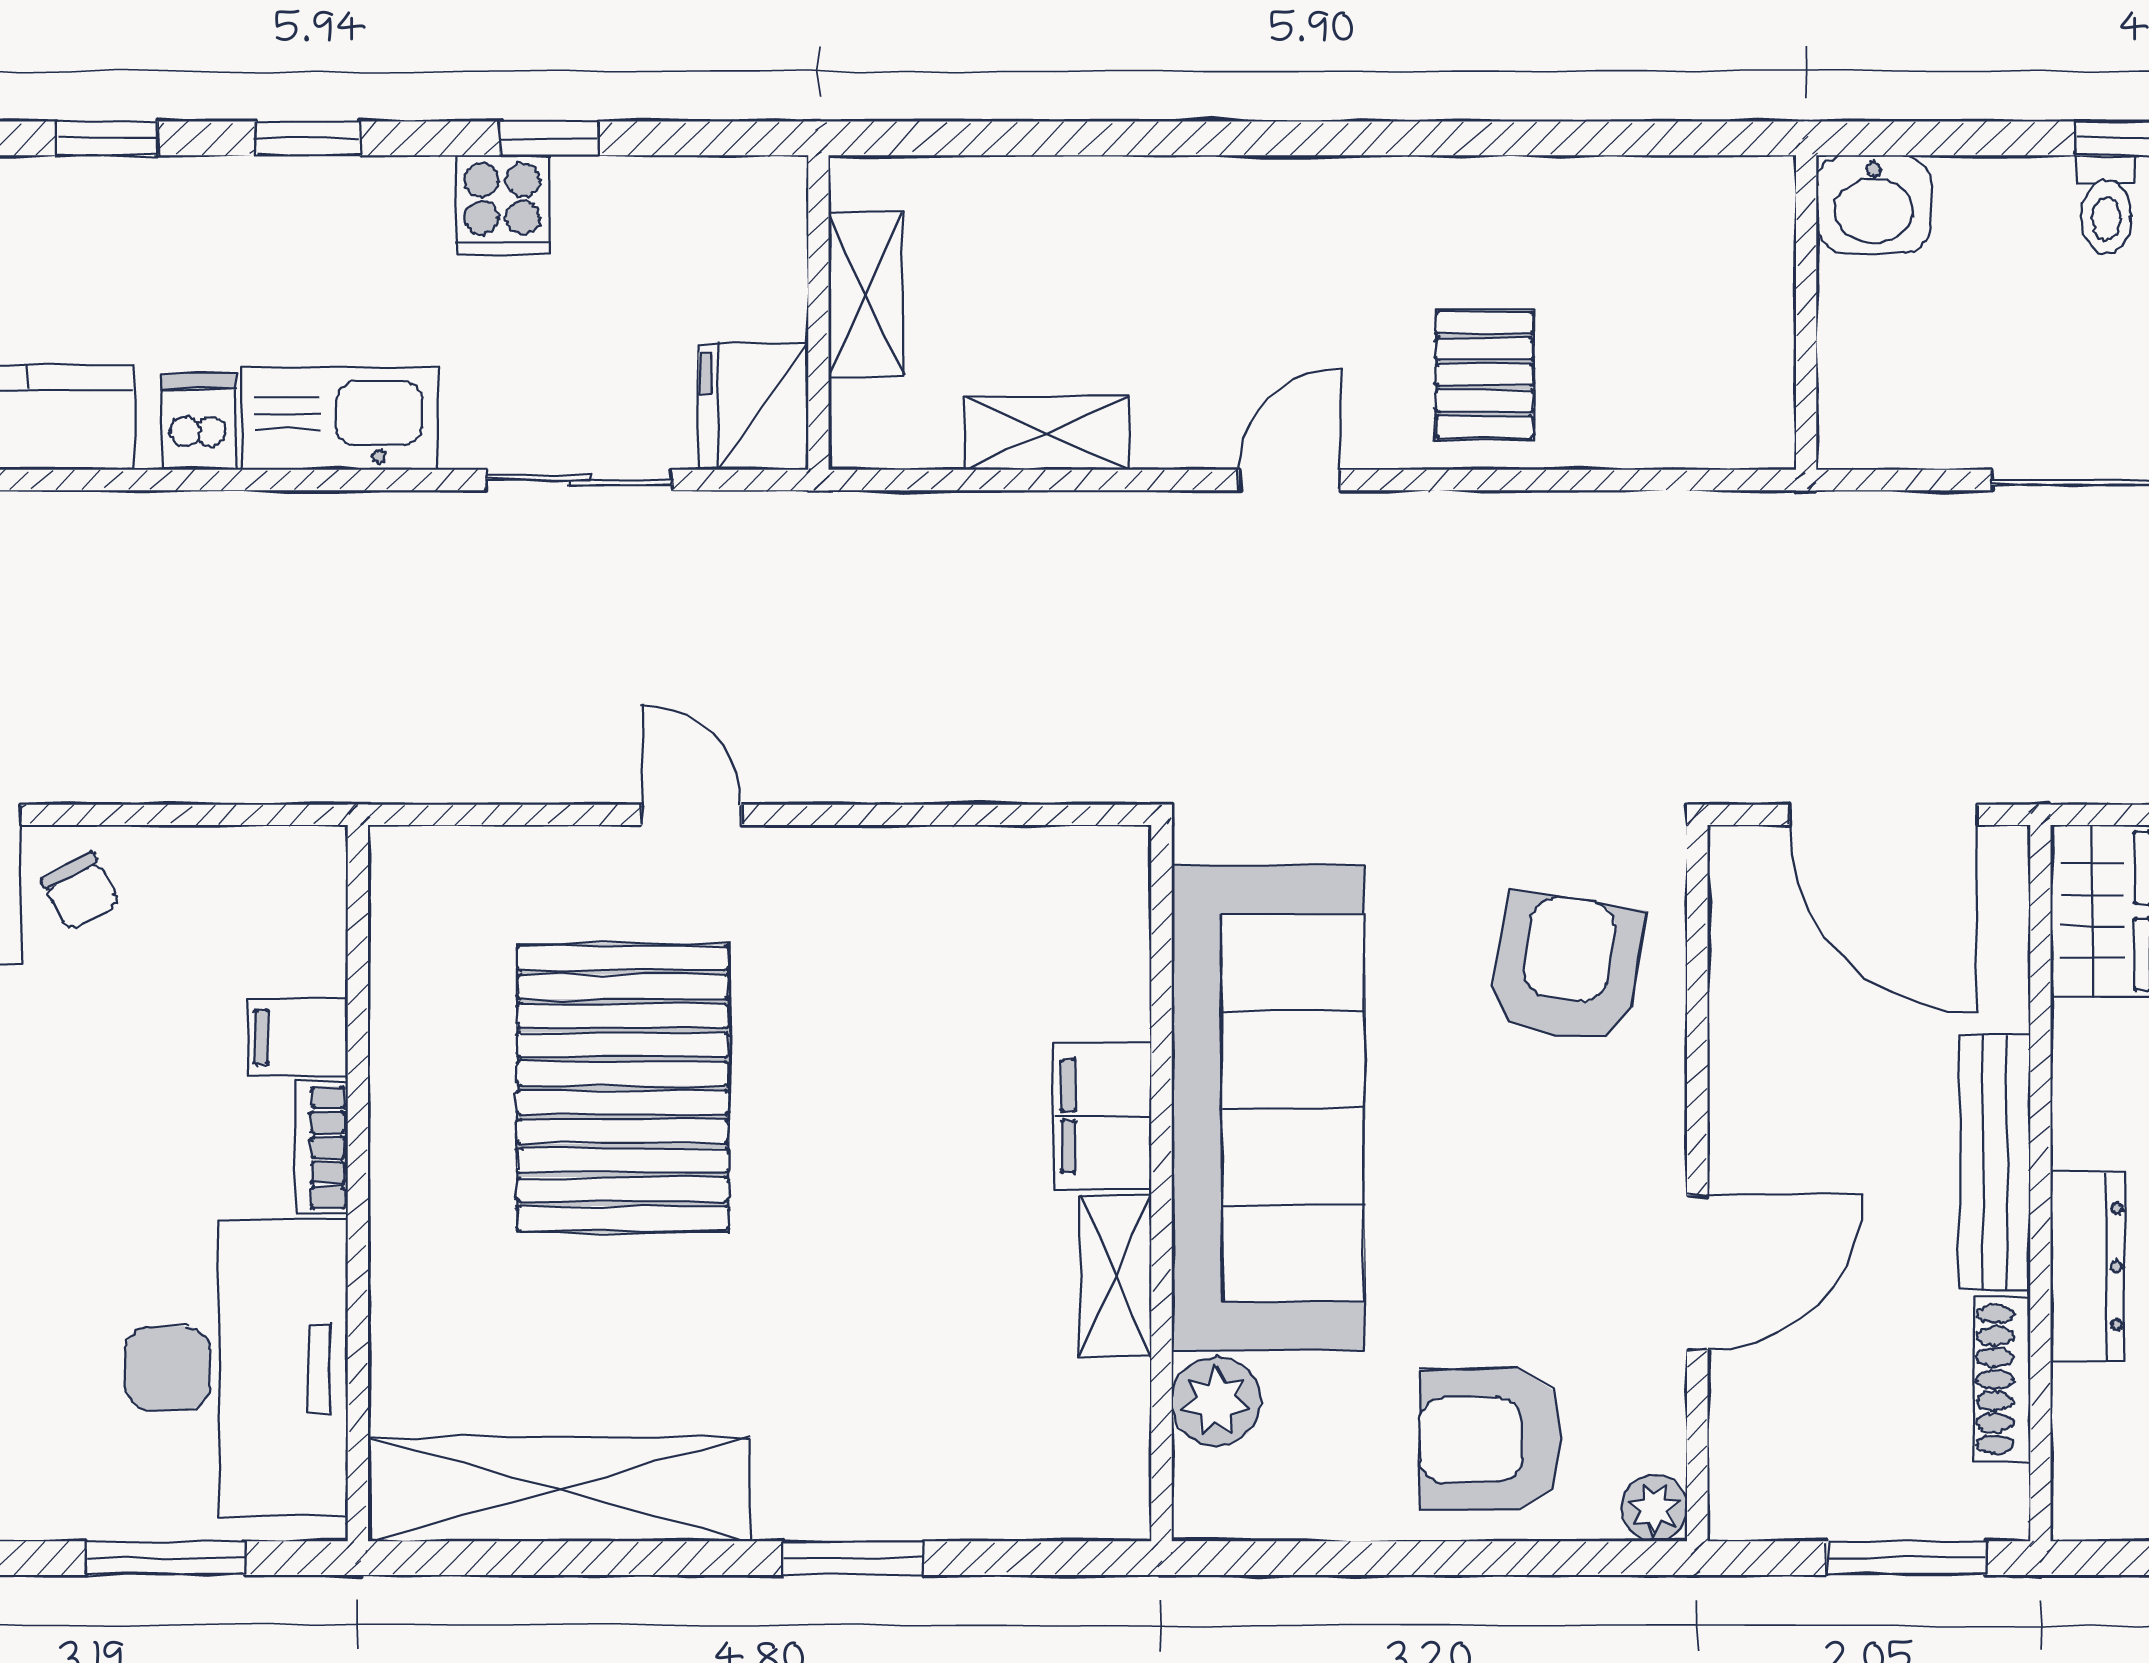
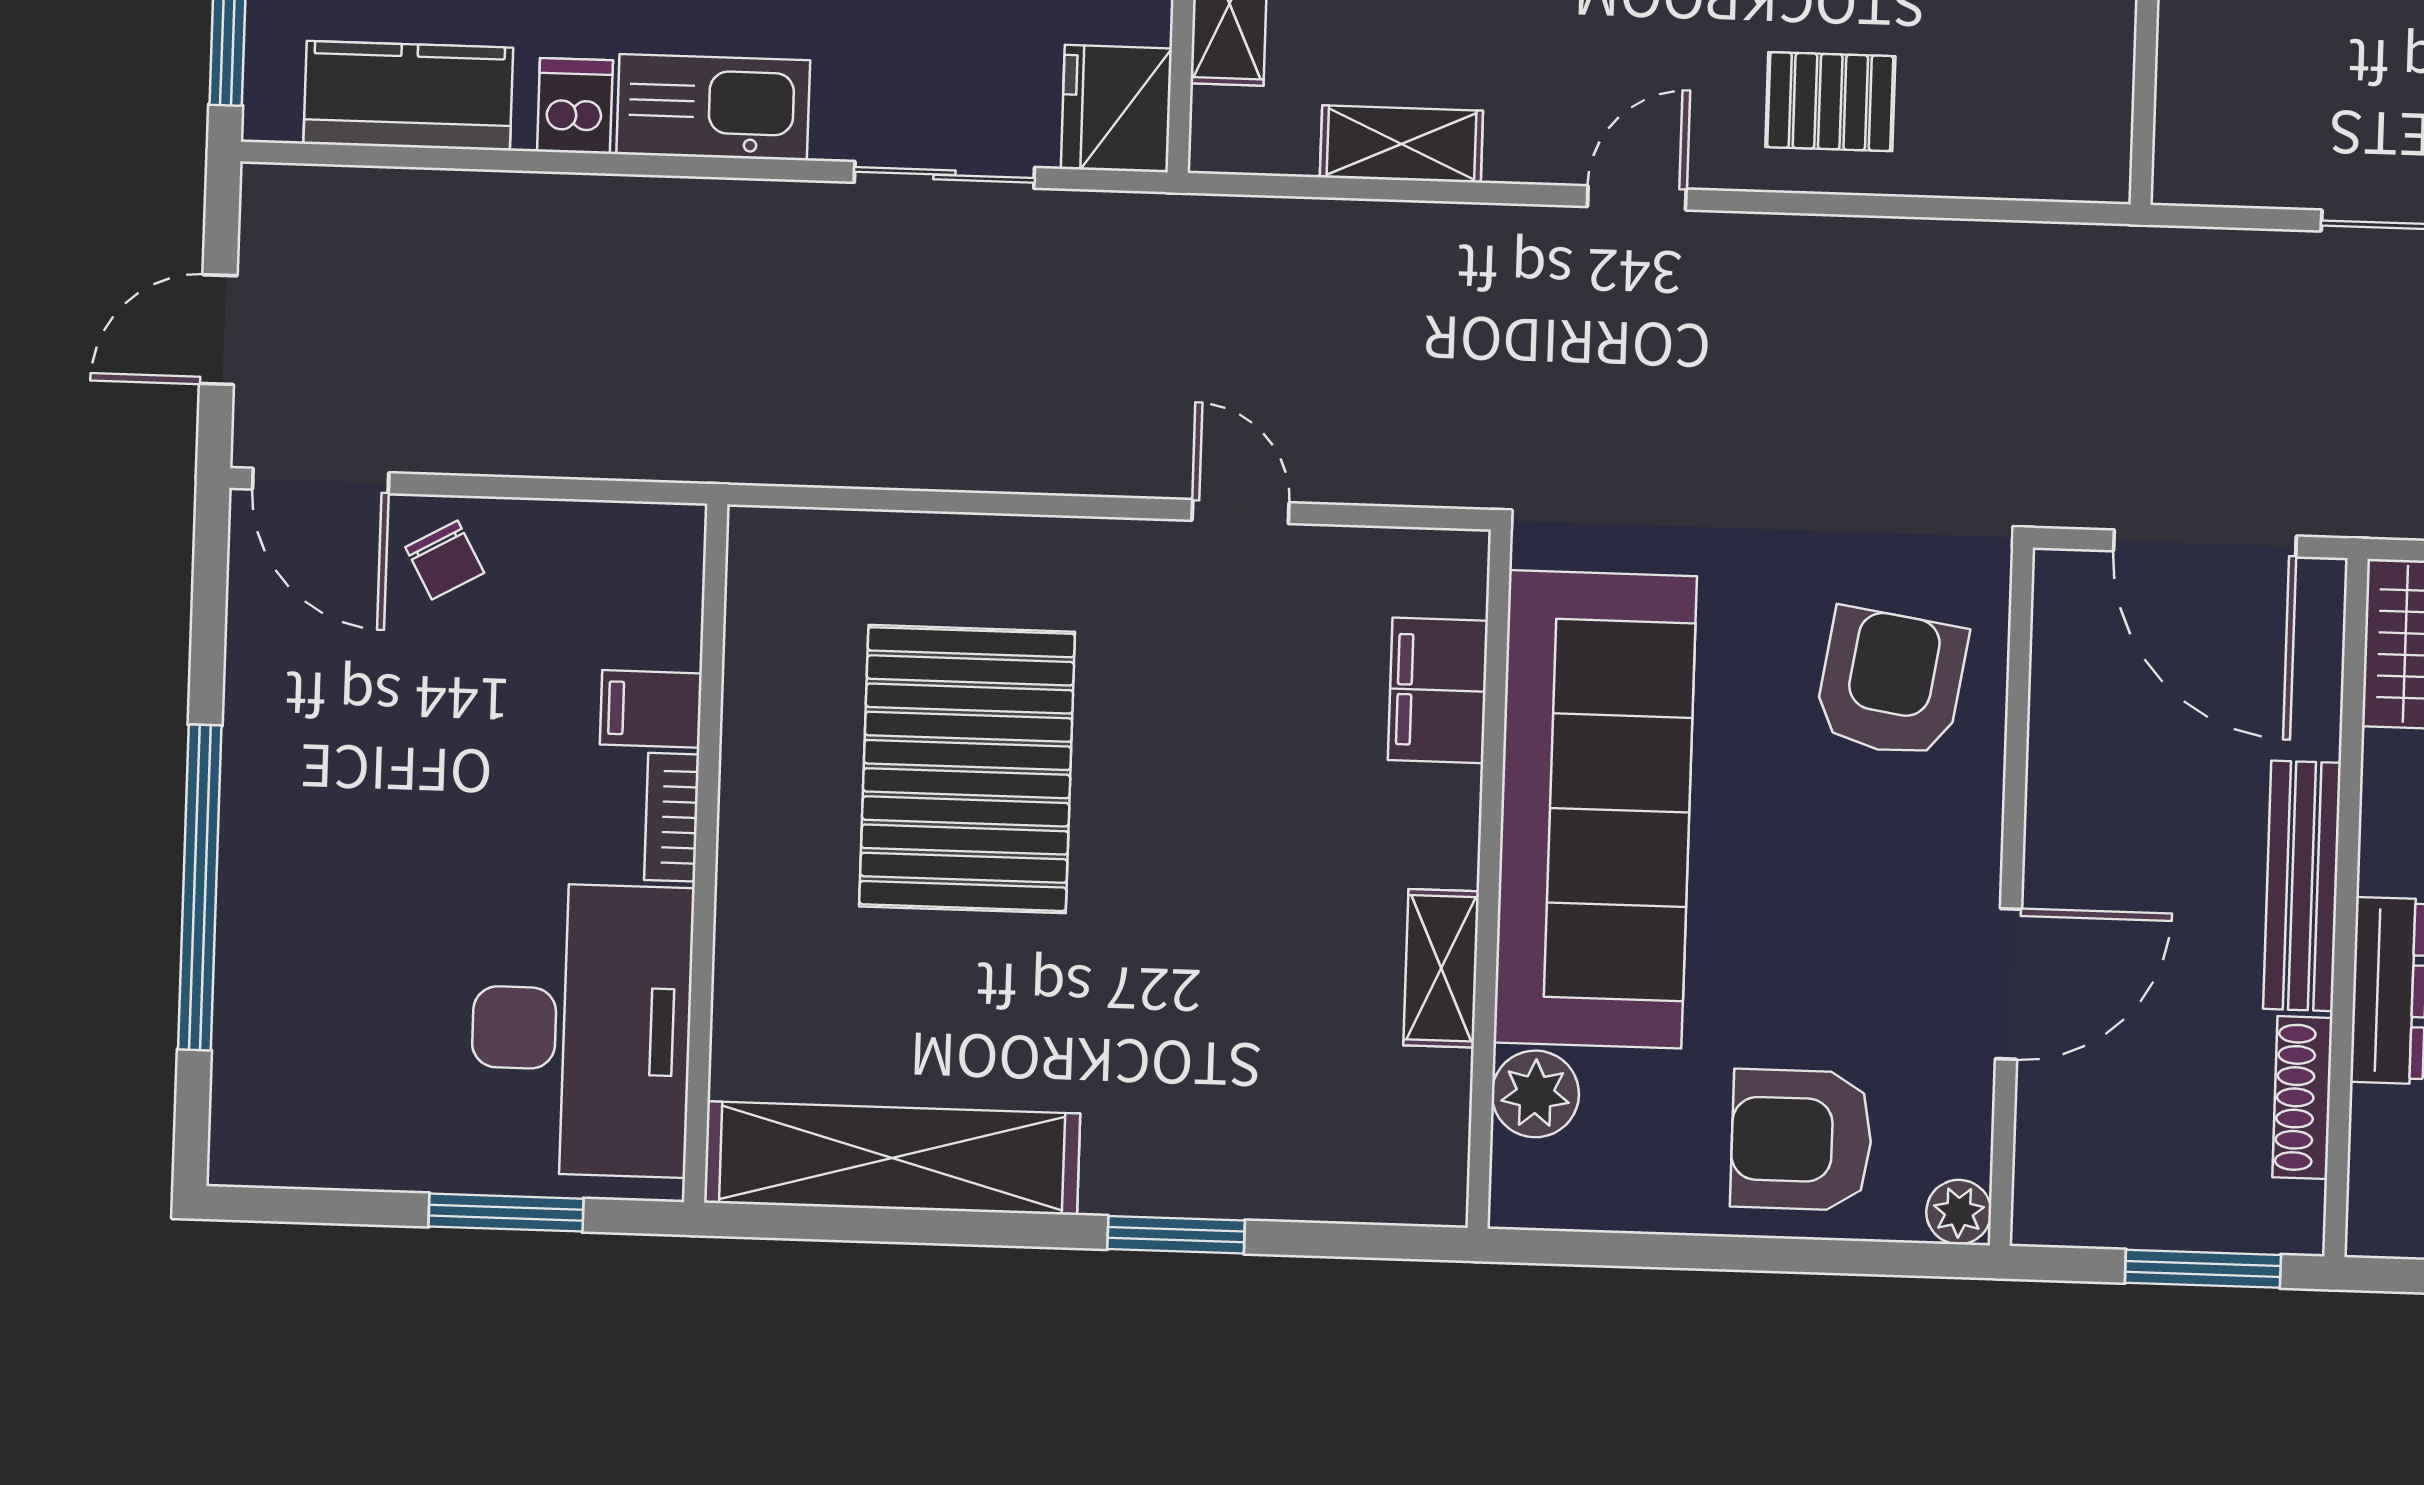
pallet: (1485, 375) -> (1830, 102), turned 90
door: (692, 815) -> (1241, 511), moved
filing cabinet: (1103, 1116) -> (1438, 690), moved

